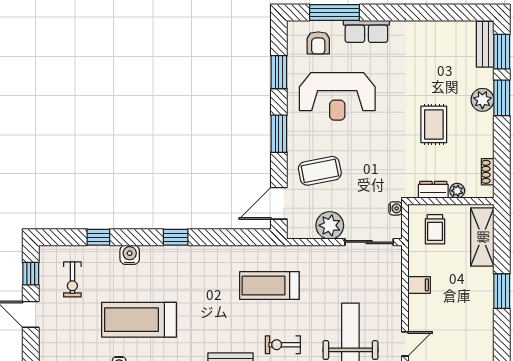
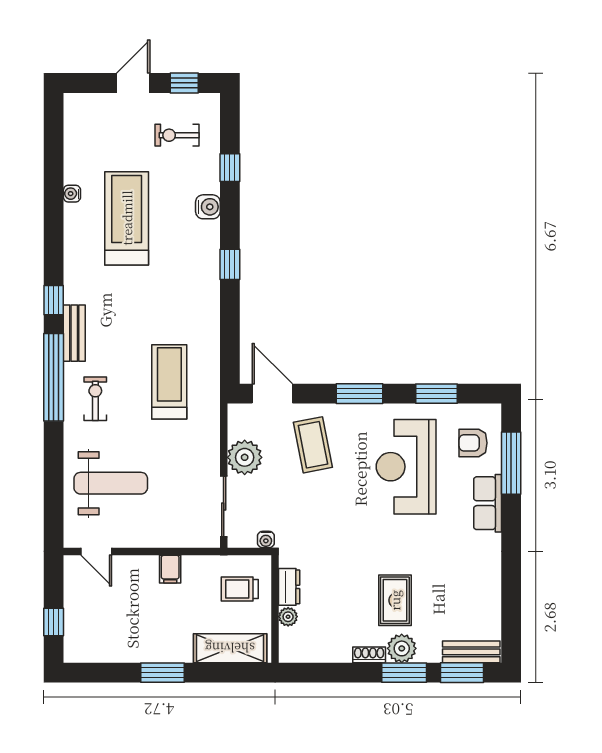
rug: (434, 124) -> (395, 600), moved, turned 90
shoe rack: (488, 172) -> (369, 655), moved

